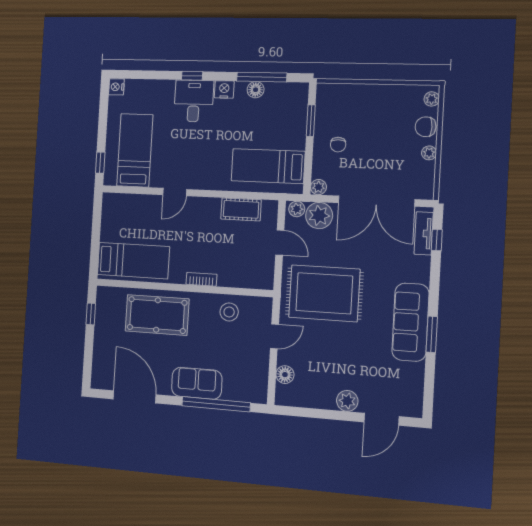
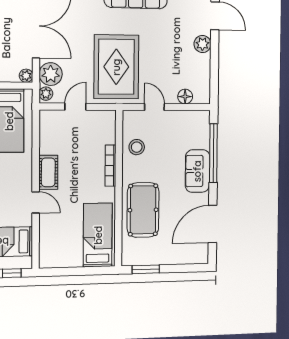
cot: (241, 209) -> (48, 172), moved
bookcase: (201, 279) -> (110, 166), width x1.56
window: (91, 314) -> (146, 269), width x1.50

